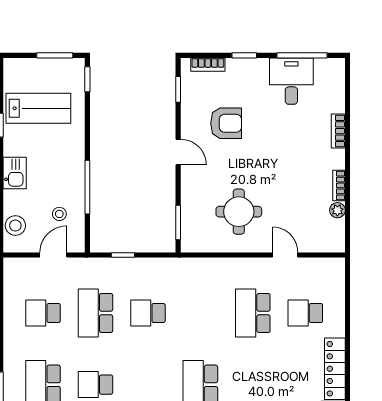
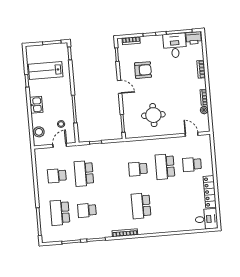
printer: (329, 69) -> (194, 38), added
lab bench: (38, 108) -> (46, 70), turned 180
door: (285, 255) -> (192, 134), moved
school desk: (148, 313) -> (138, 169), moved

